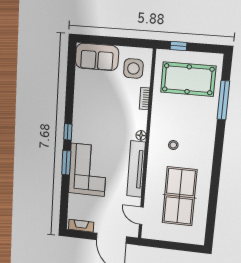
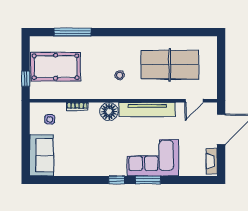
side table: (133, 68) -> (50, 119), width x0.54, depth x0.54
pool table: (188, 79) -> (56, 67), turned 90
floor lamp: (141, 135) -> (109, 111), width x1.89, depth x1.89

